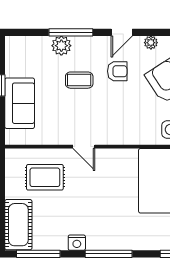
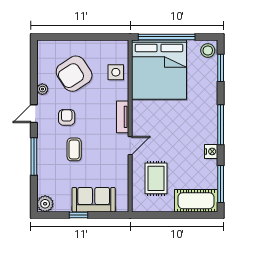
door: (122, 32) -> (34, 114), swing flipped
plant: (61, 46) -> (45, 204), moved
tv unit: (118, 138) -> (123, 117), added

